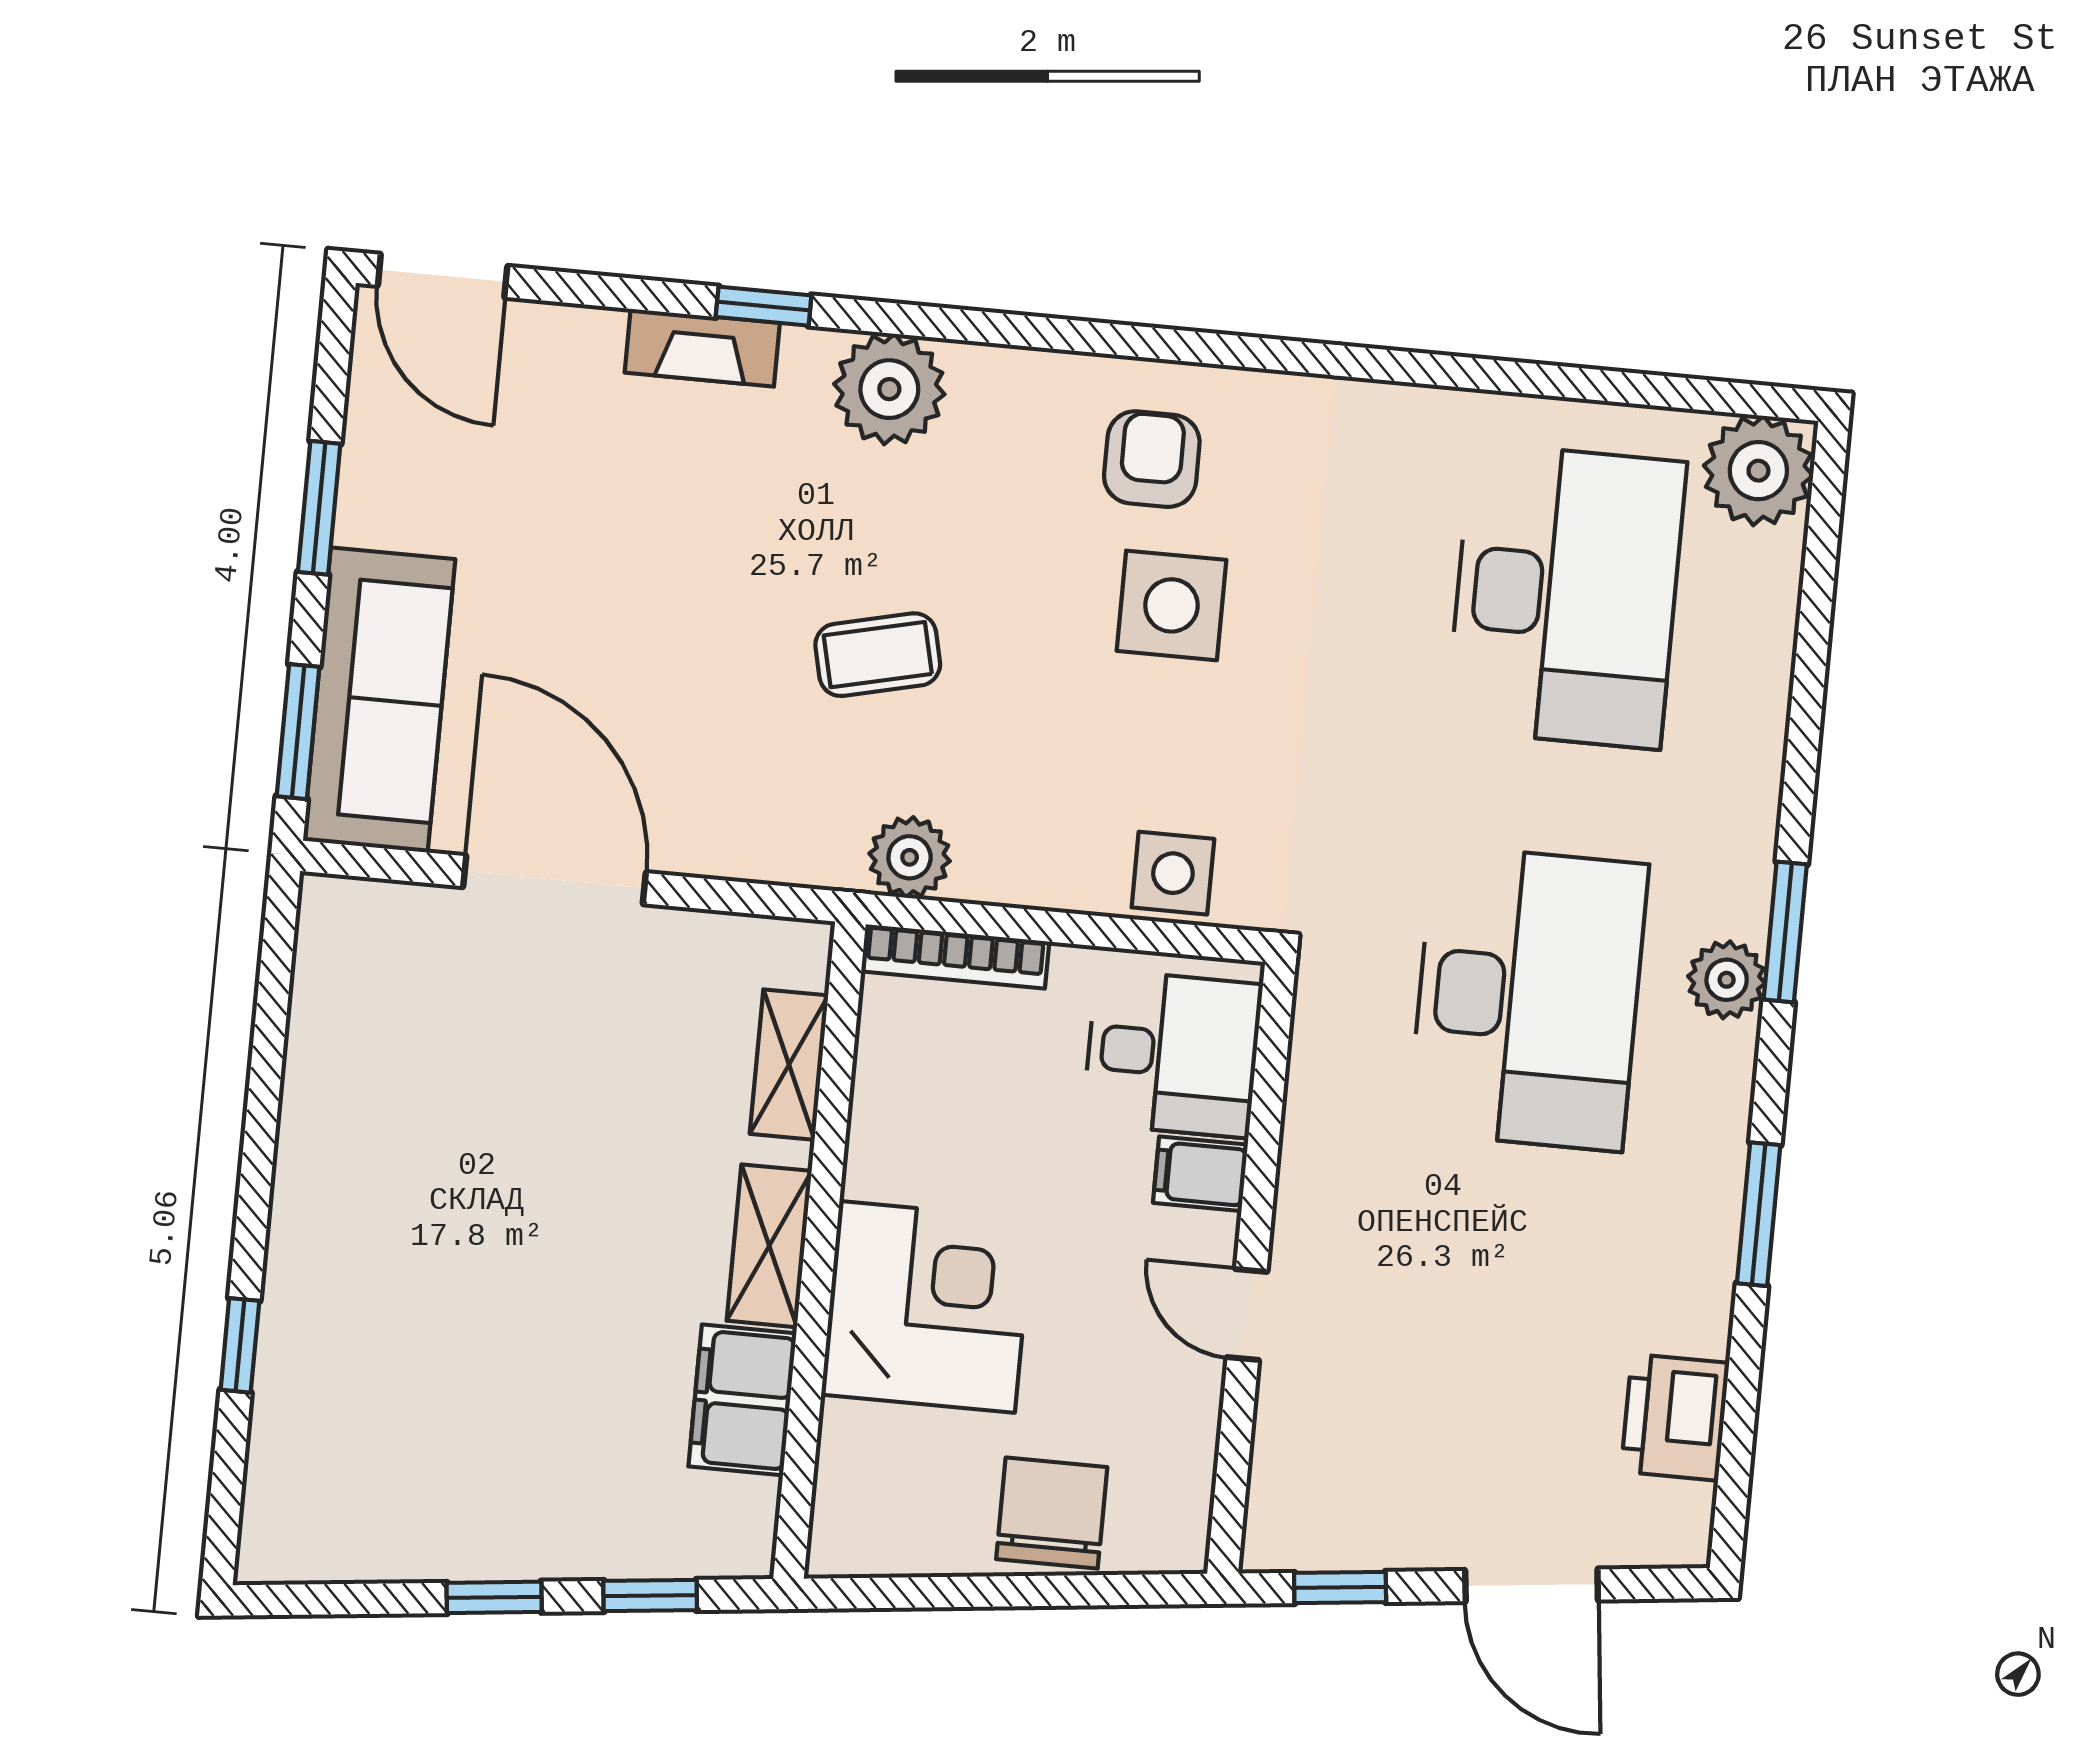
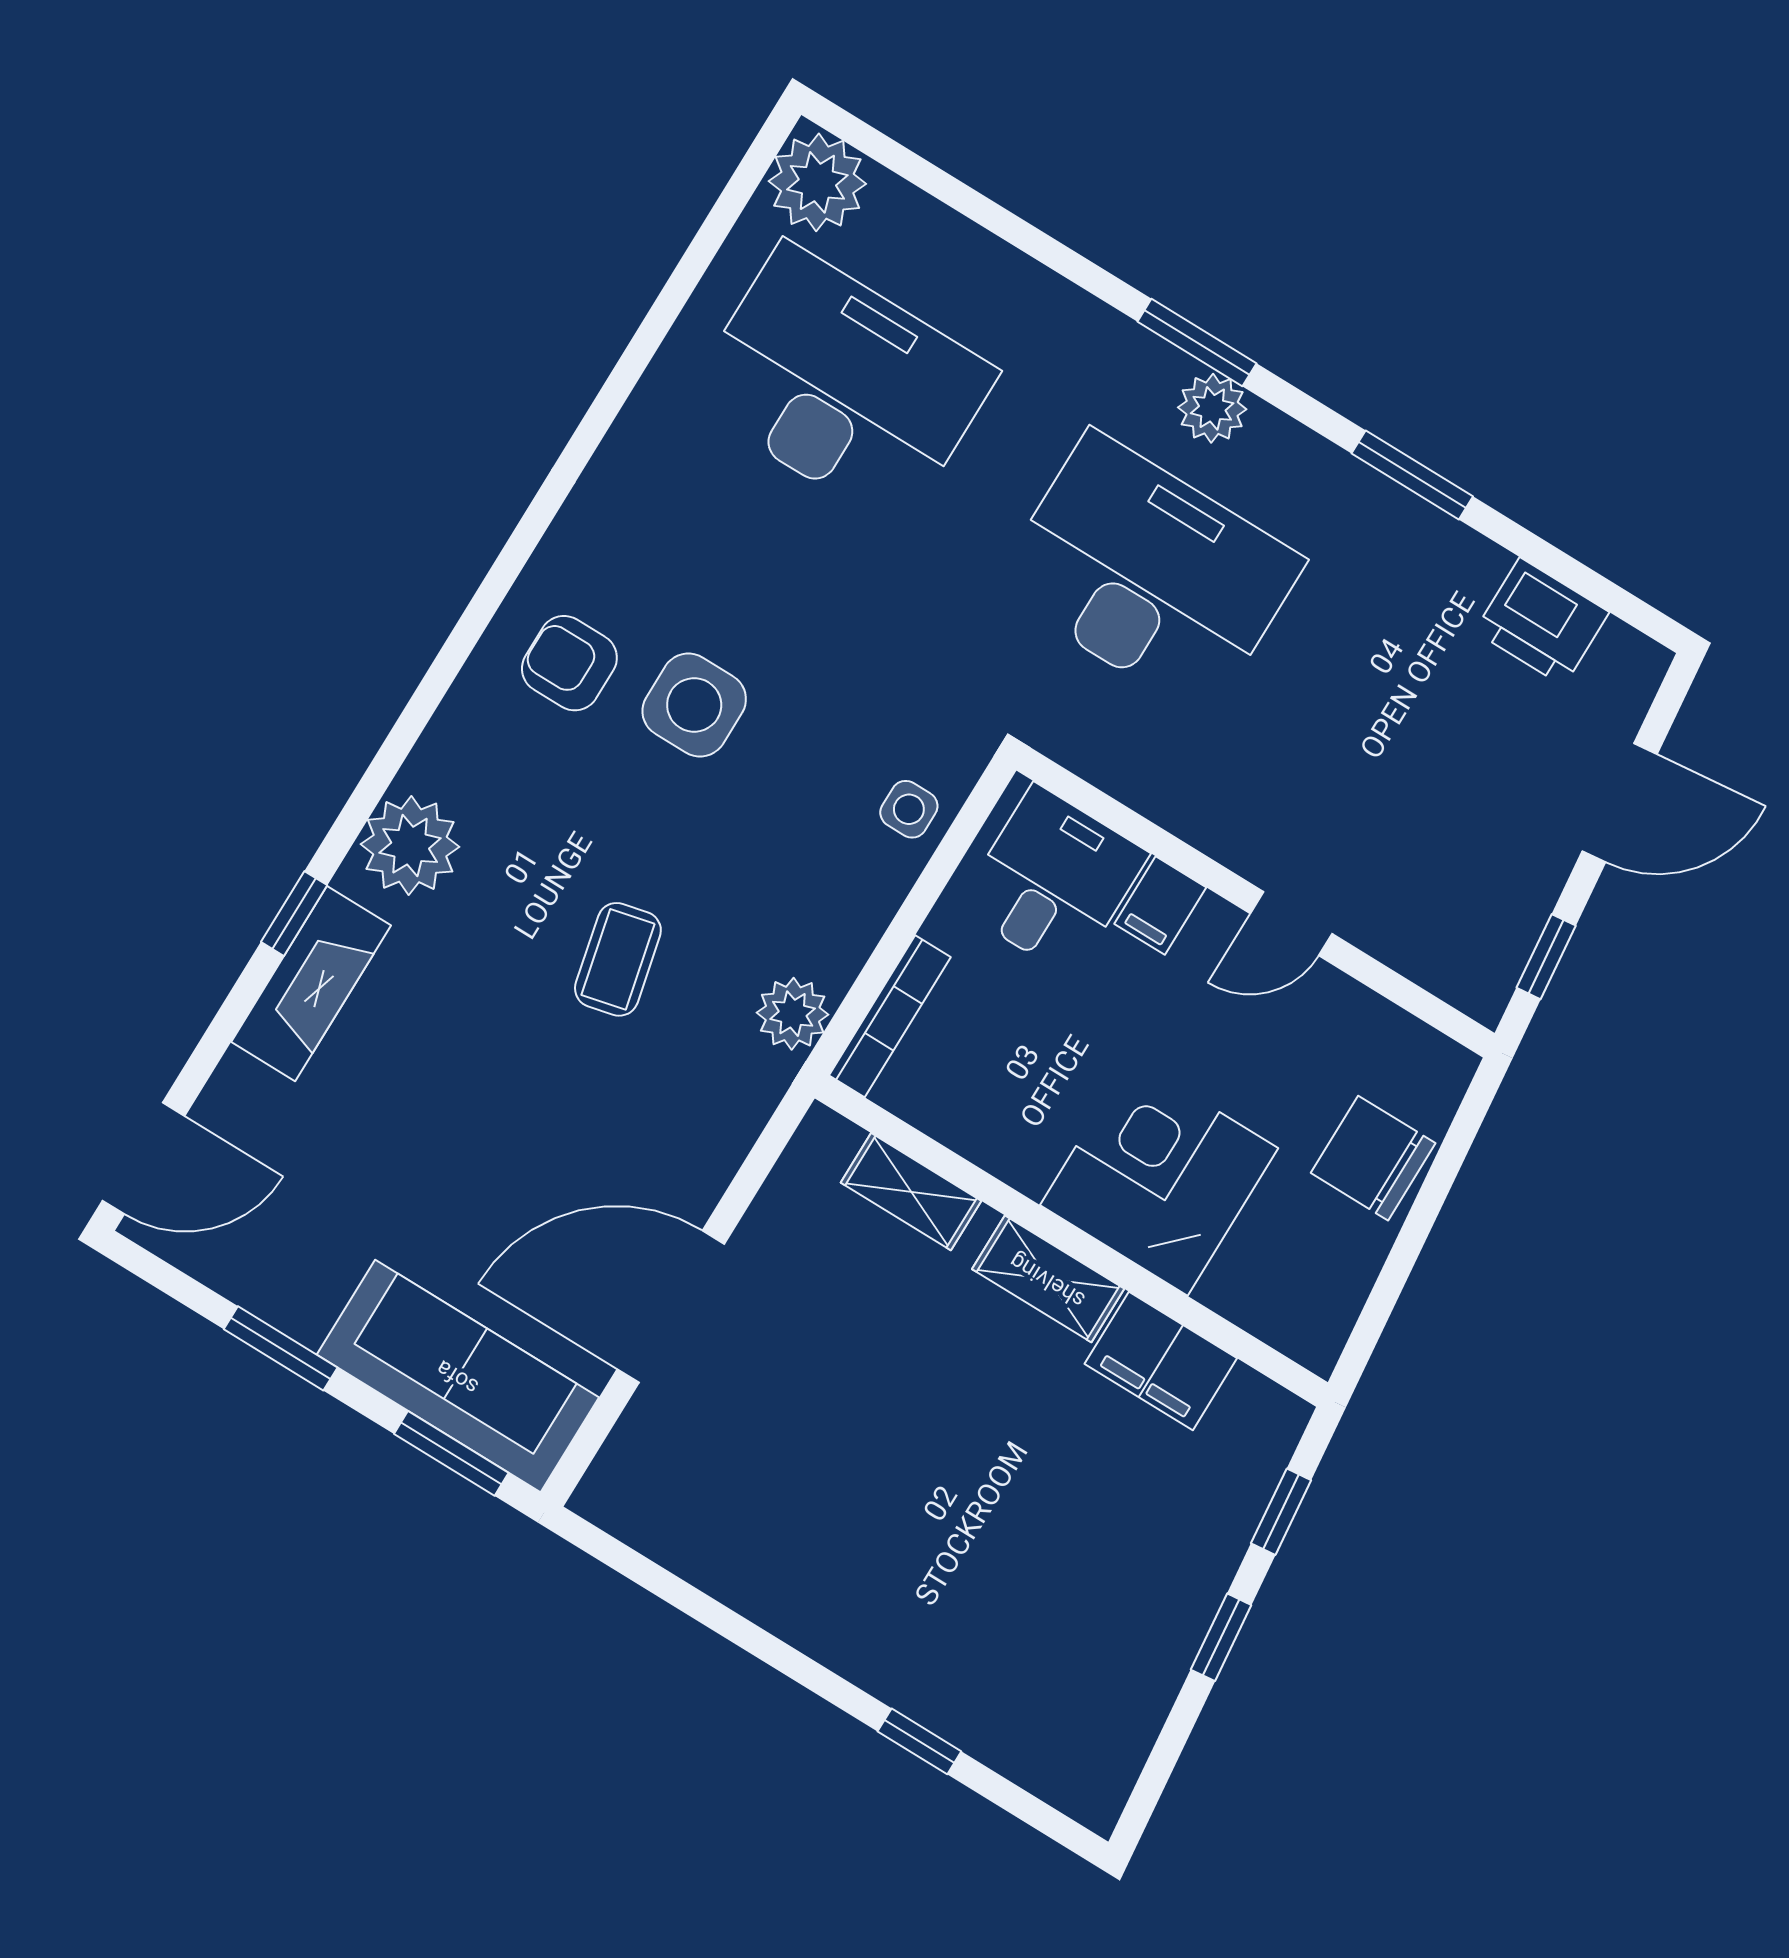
fireplace: (702, 348) -> (311, 984), width x1.37, depth x1.32
side table: (1173, 873) -> (909, 809), width x0.73, depth x0.73

